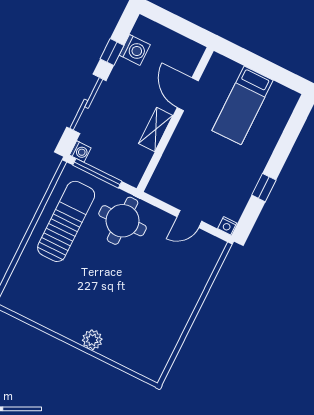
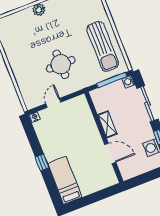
bed: (243, 105) -> (65, 180), moved
window: (264, 188) -> (42, 162), moved
round table: (123, 221) -> (61, 64), moved

